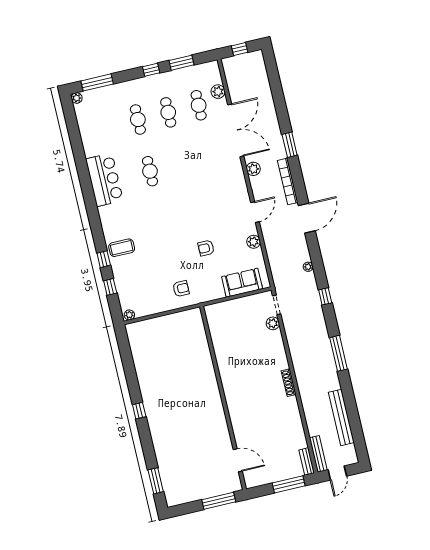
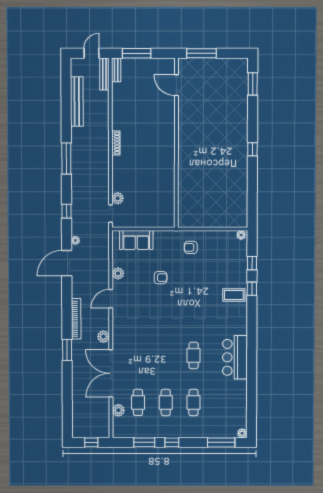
door: (307, 218) -> (67, 263), moved

